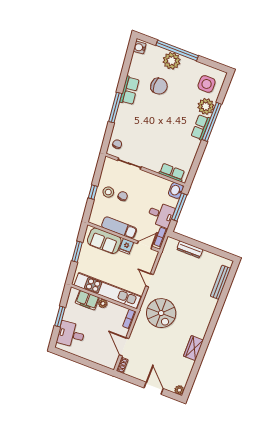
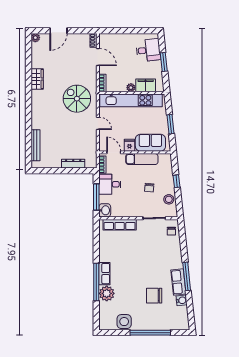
water cooler: (140, 48) -> (182, 300), moved
plant: (172, 61) -> (152, 322), removed
side table: (207, 84) -> (124, 322), moved
window: (115, 107) -> (187, 276), moved
row of seats: (172, 172) -> (120, 225), width x1.48
stool: (108, 192) -> (169, 199), moved
door: (145, 245) -> (114, 152), swing flipped
door: (154, 388) -> (58, 31), hinge flipped

